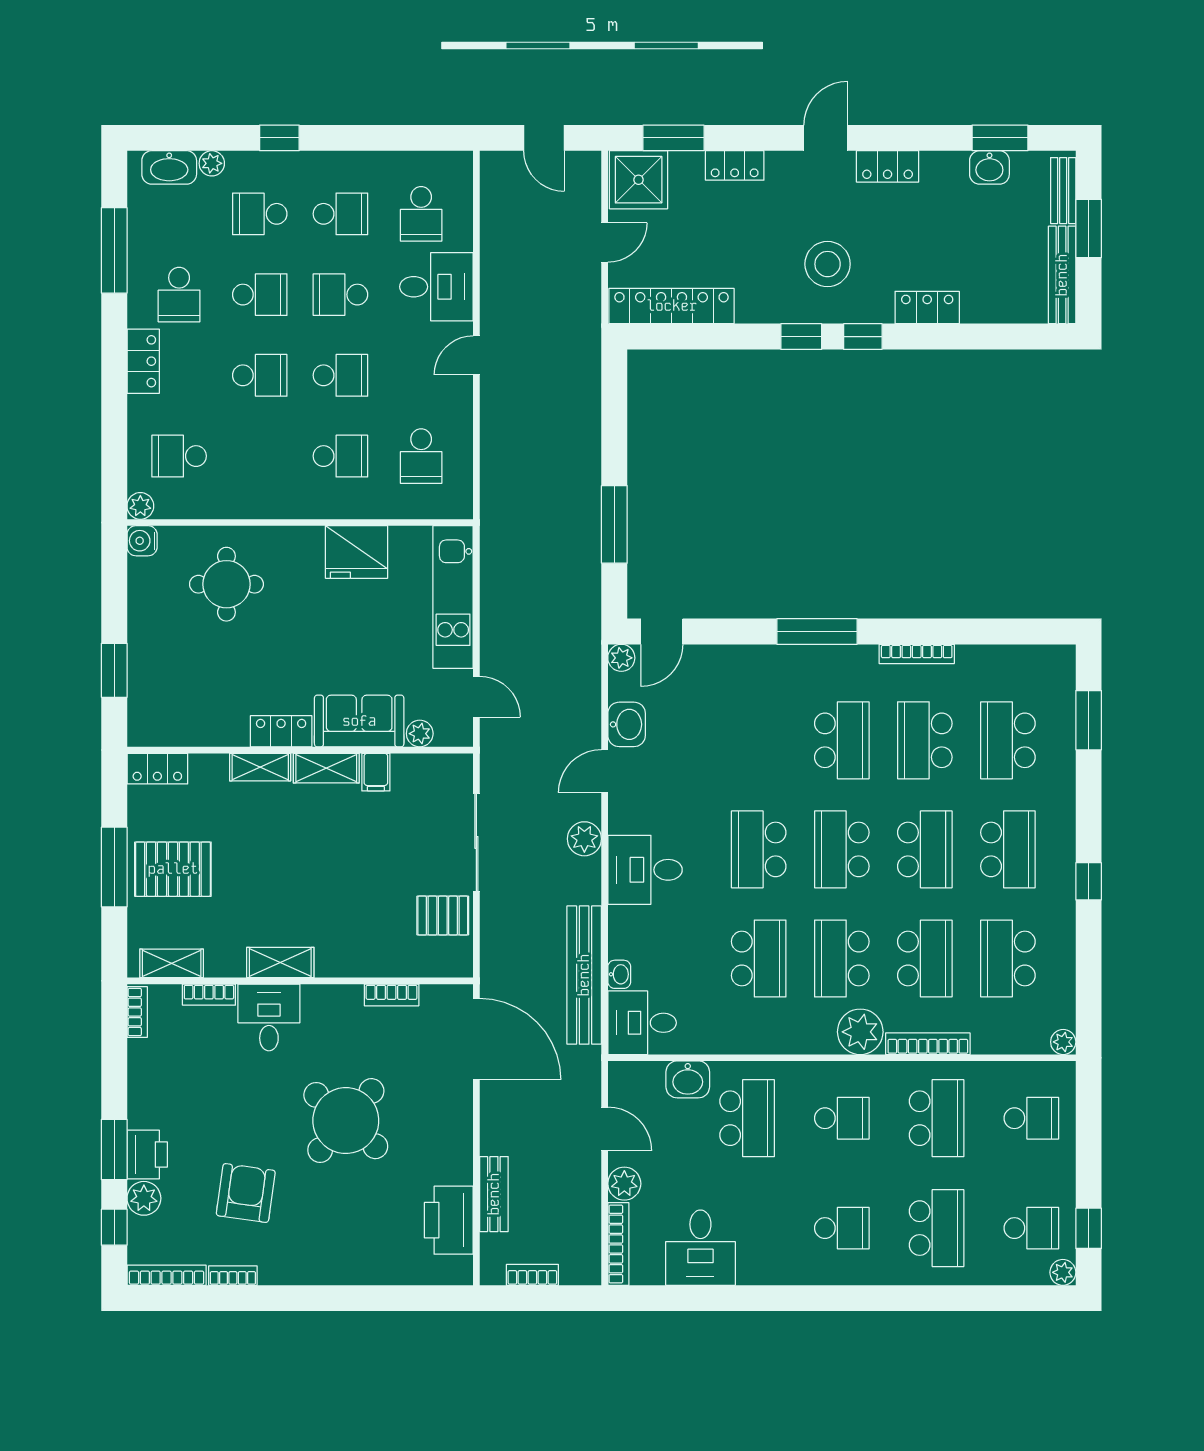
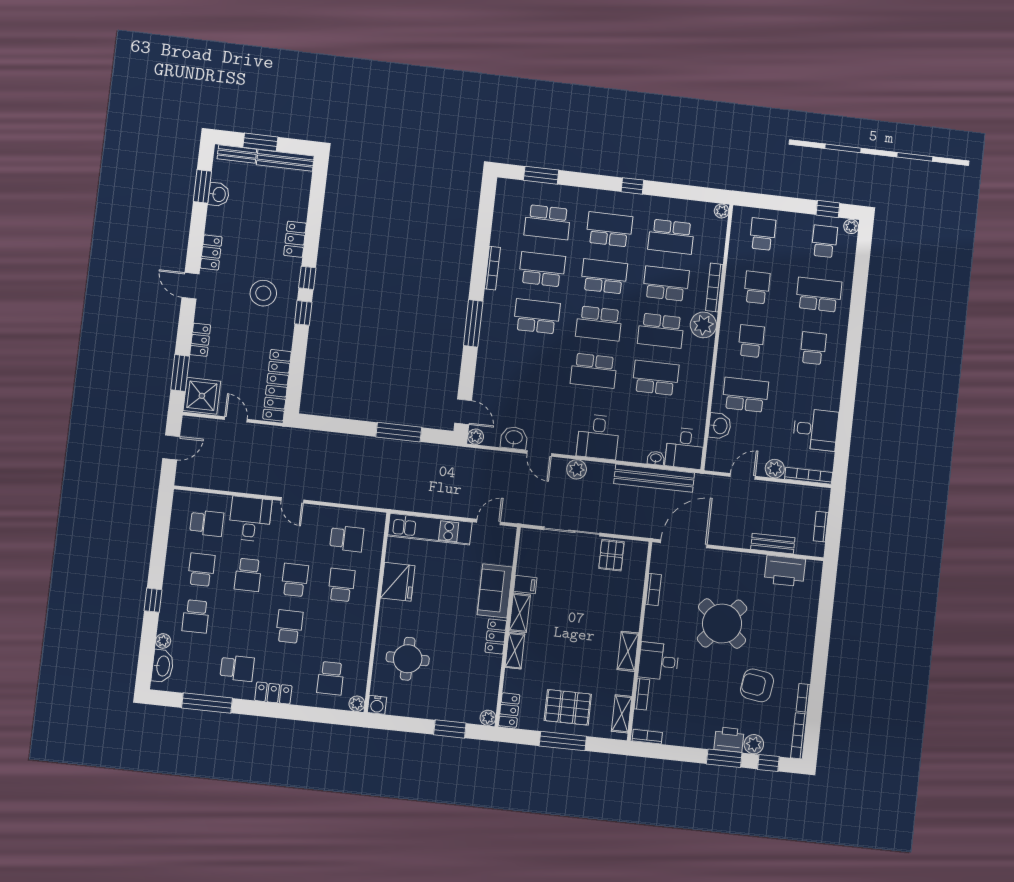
school desk: (260, 295) -> (243, 621), removed
plant: (420, 734) -> (488, 718), moved
school desk: (925, 740) -> (542, 269), turned 180
pallet: (173, 869) -> (568, 707), turned 90
school desk: (937, 1118) -> (757, 287), width x0.54

